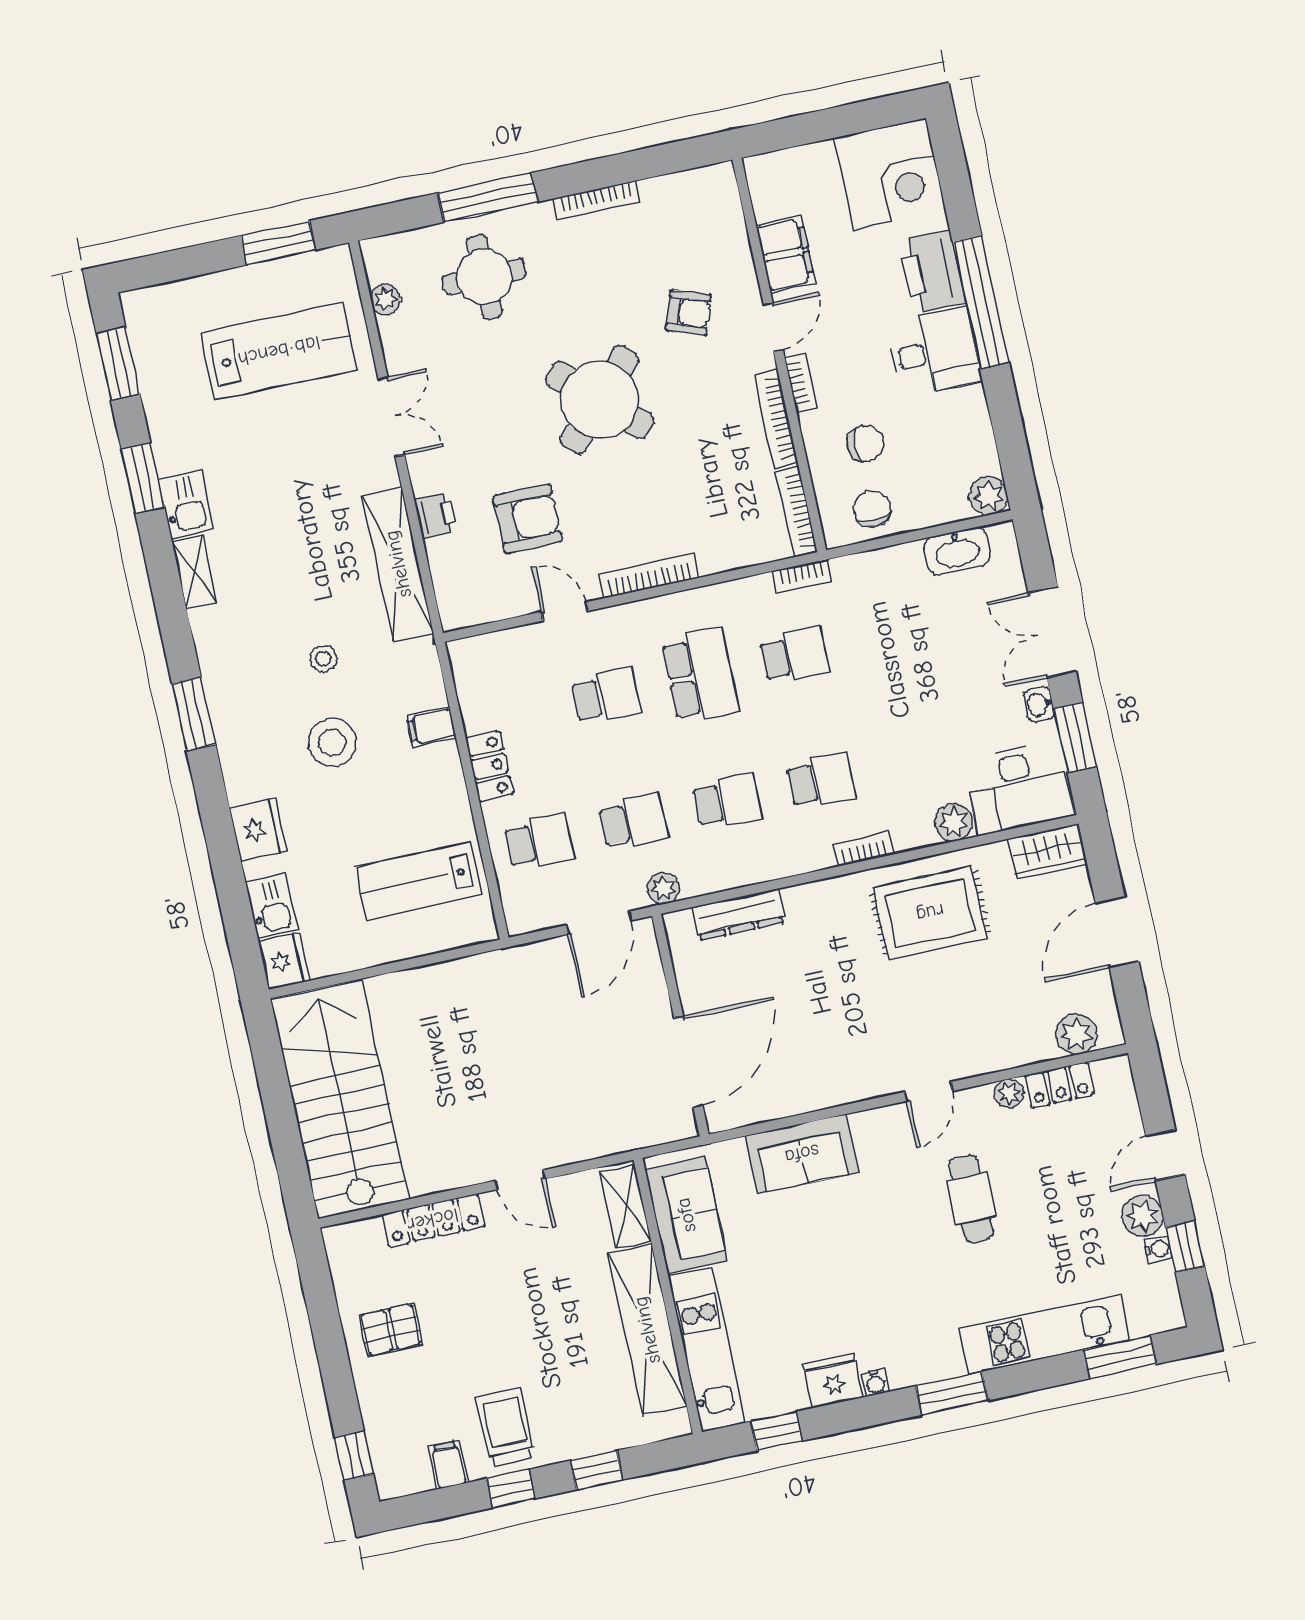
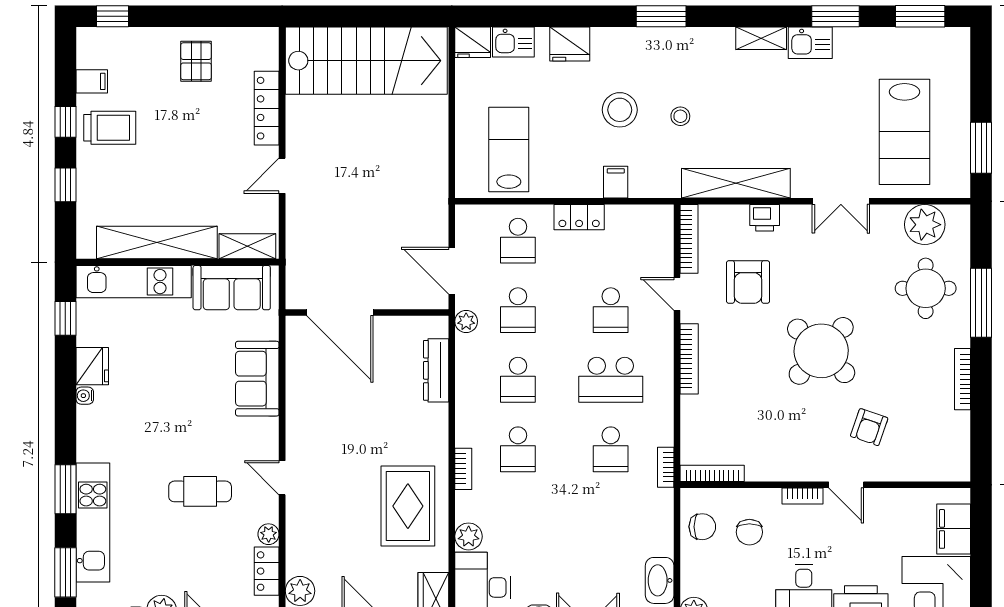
filing cabinet: (786, 254) -> (954, 529), moved, turned 90
plant: (386, 299) -> (925, 225), width x1.87, depth x1.87
bookcase: (776, 419) -> (689, 239), moved, turned 90
door: (565, 611) -> (677, 294), swing flipped
window: (952, 1393) -> (65, 489), moved

